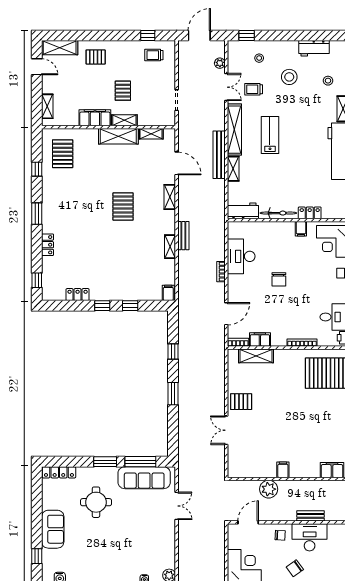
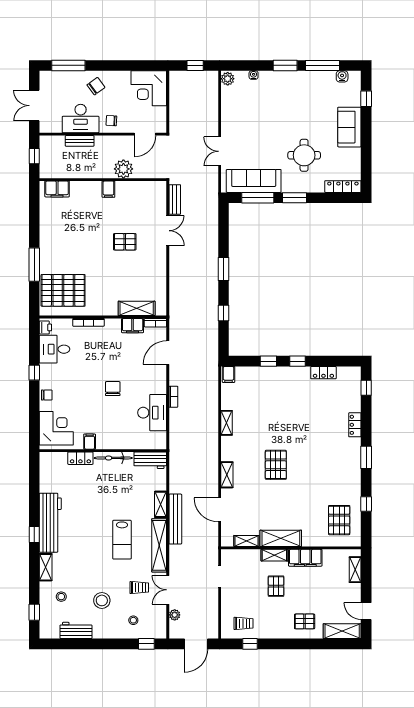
bench: (183, 236) -> (175, 199), moved
pallet: (241, 402) -> (125, 242), moved

